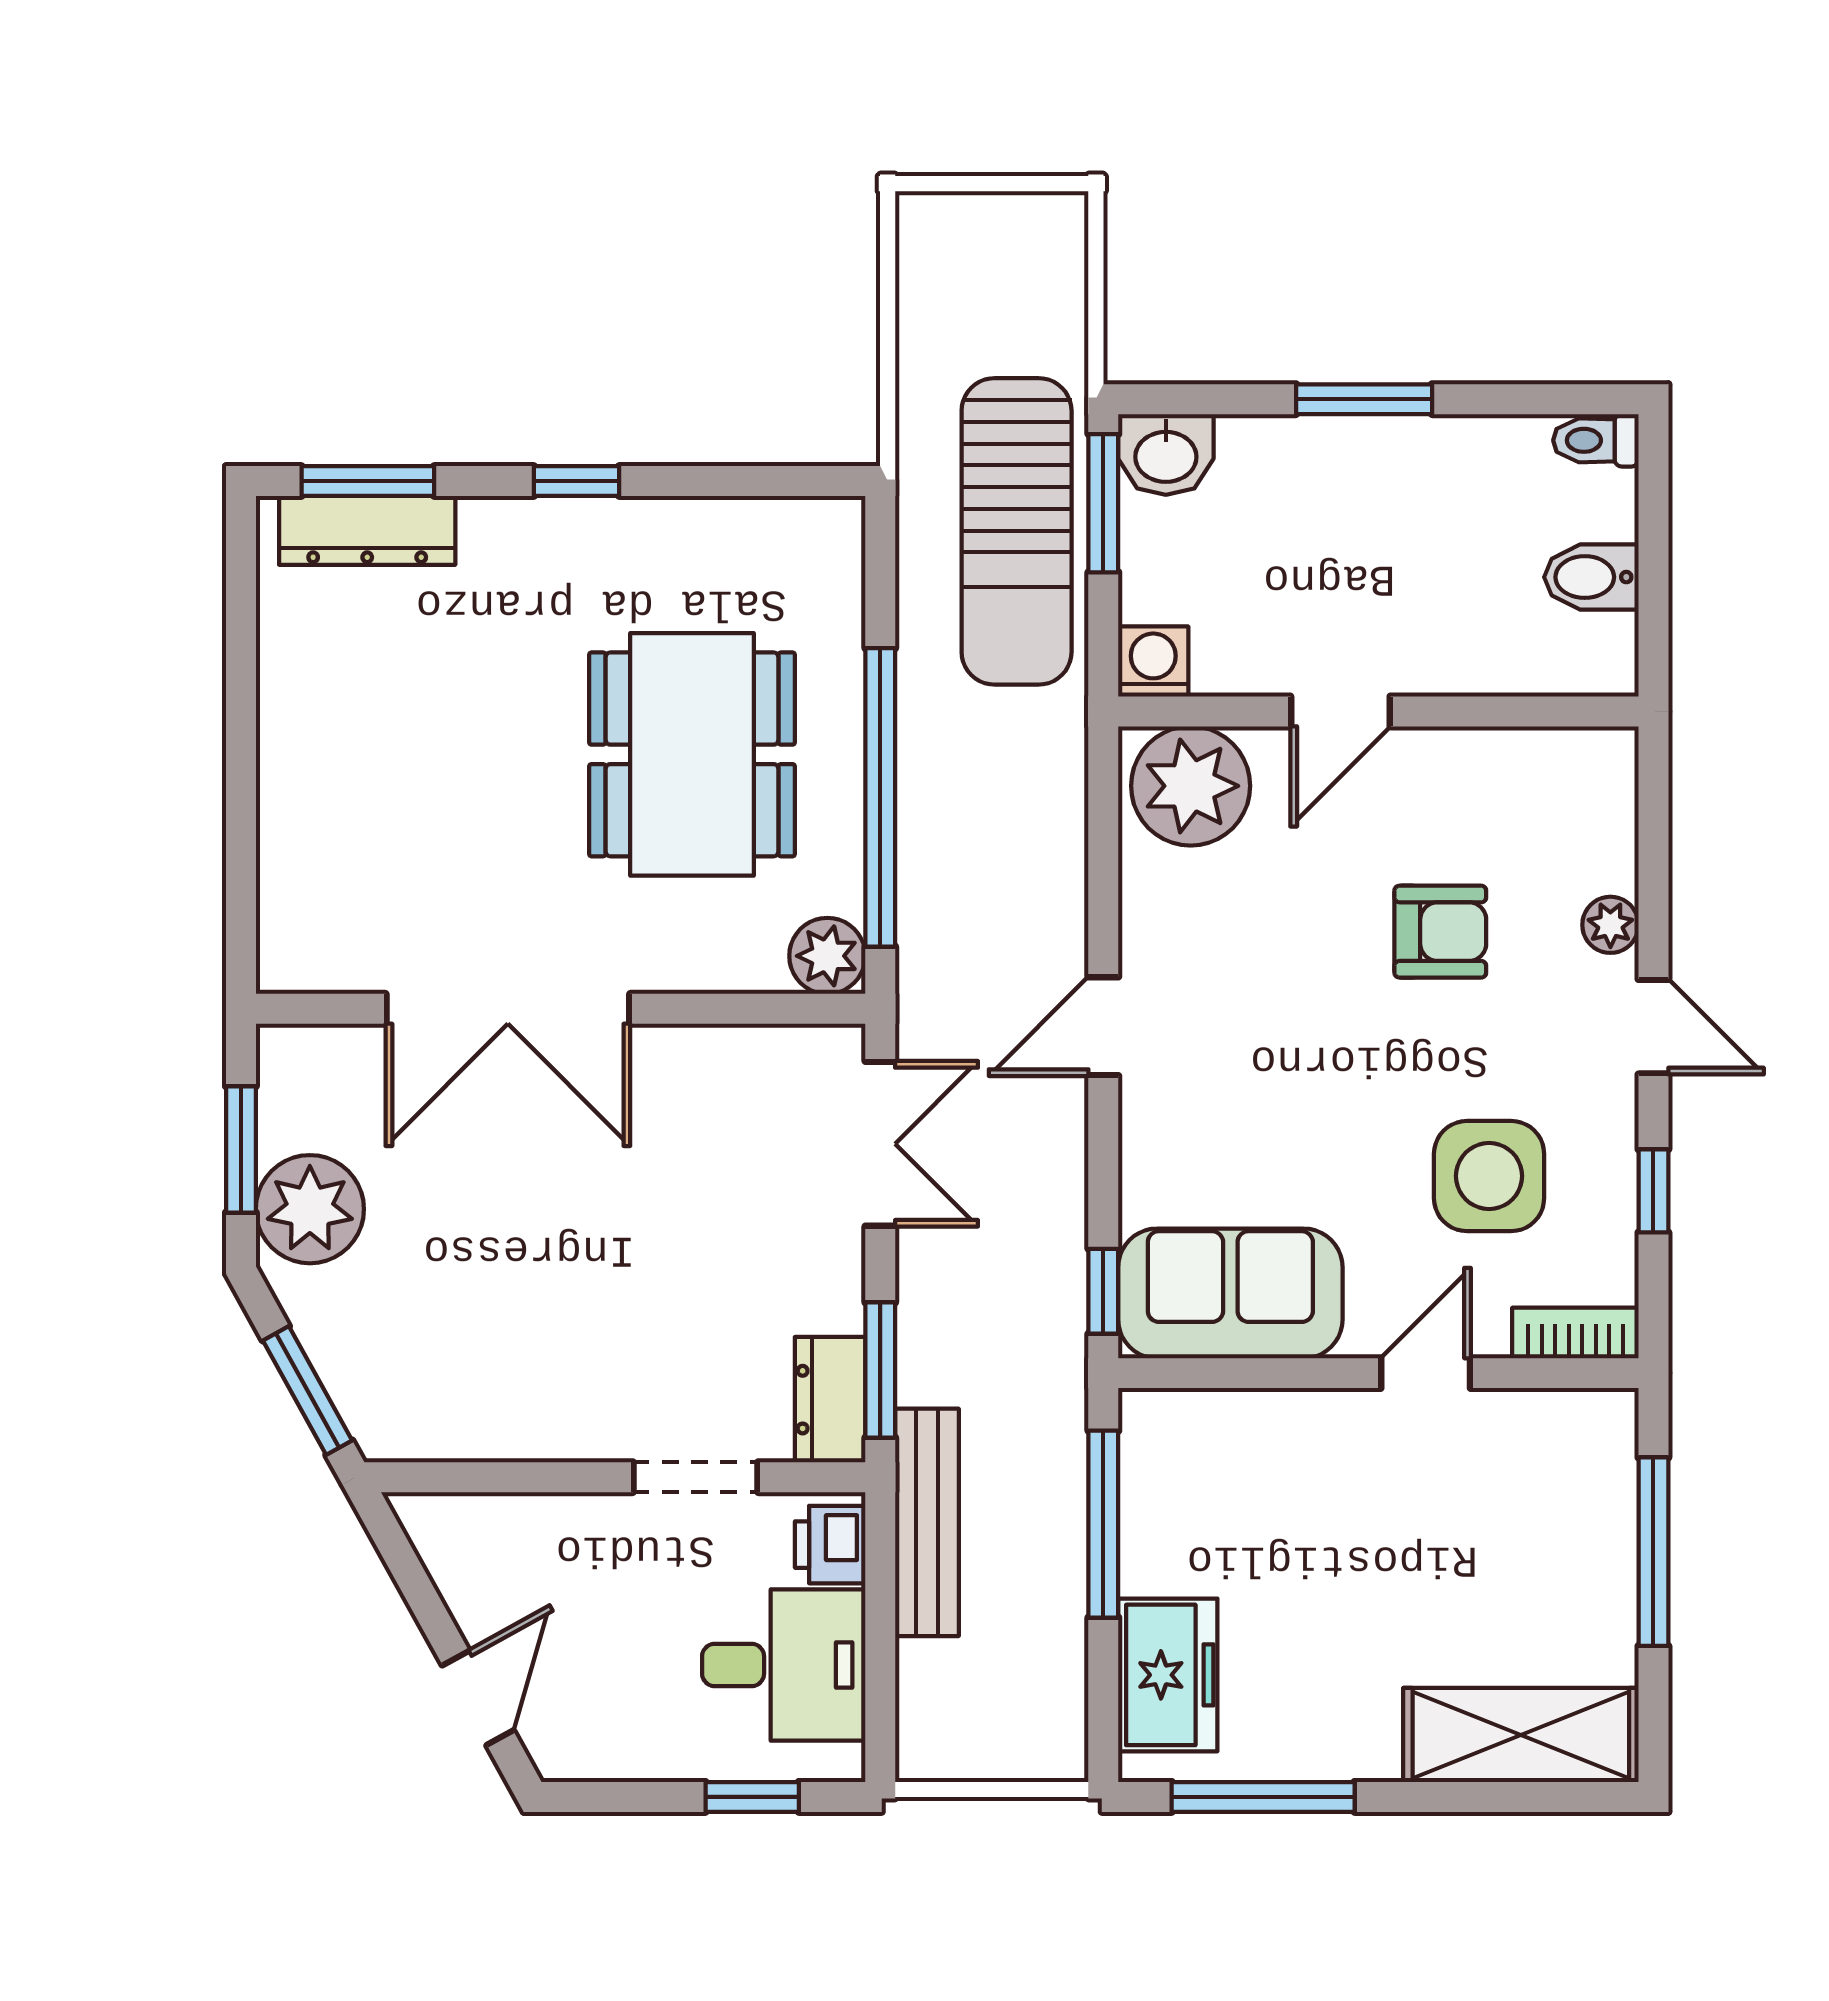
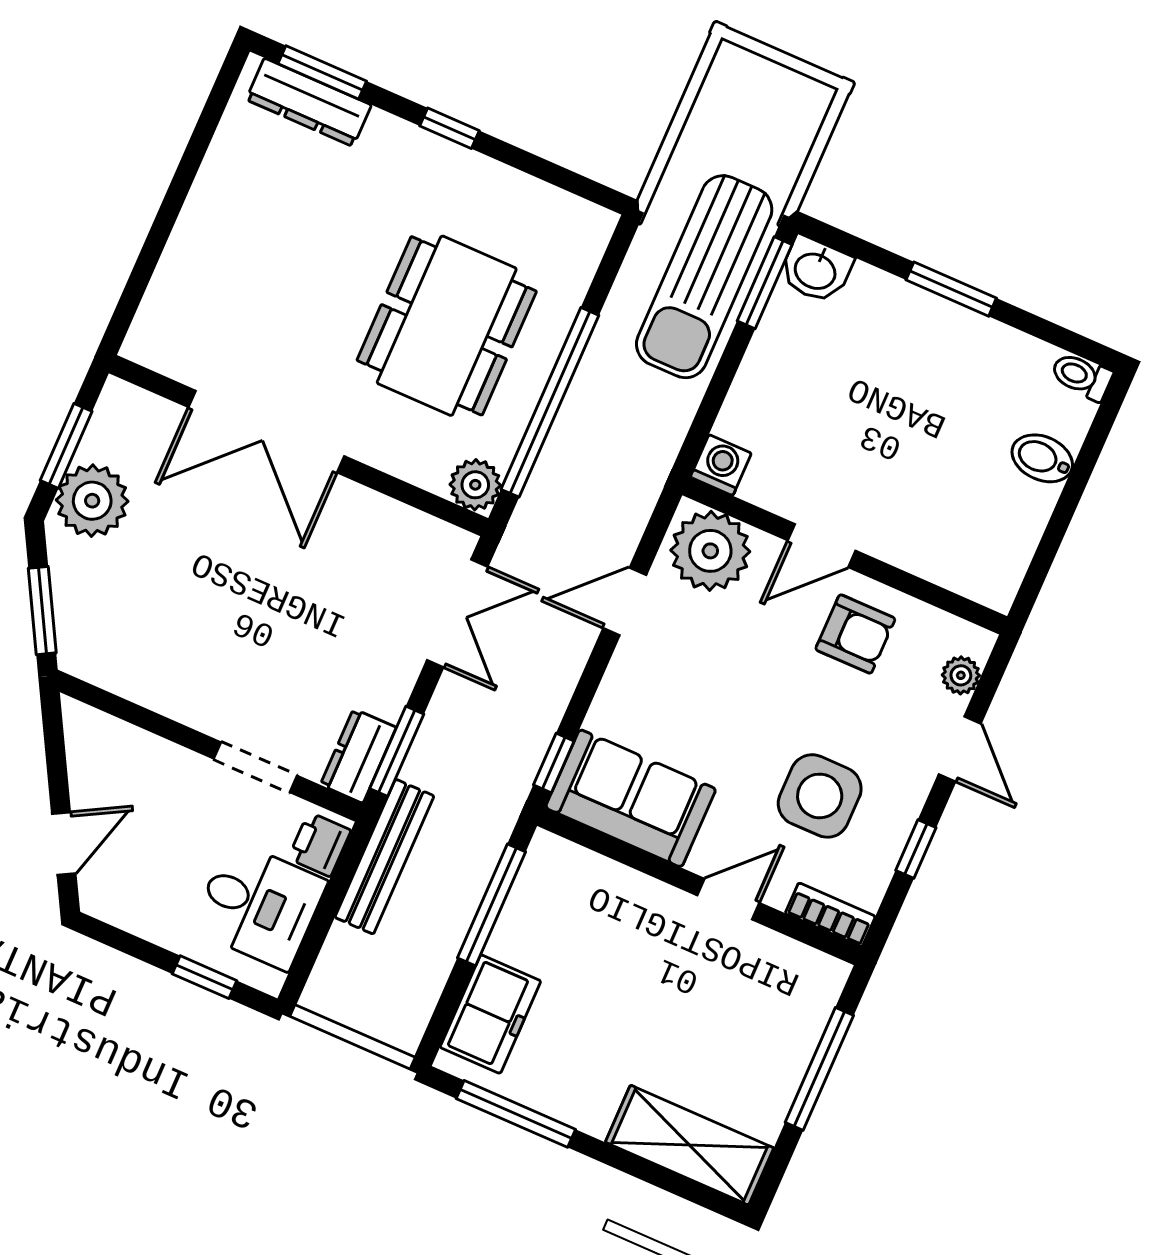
washing machine: (1153, 662) -> (721, 465), moved
door: (1340, 711) -> (822, 546), moved
wall: (1378, 711) -> (845, 556), moved
plant: (1191, 786) -> (710, 551), moved

